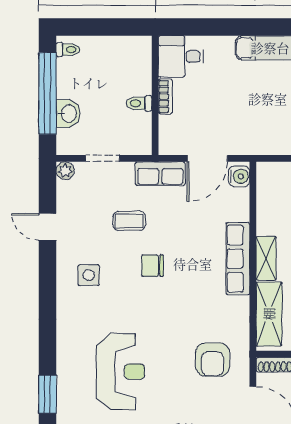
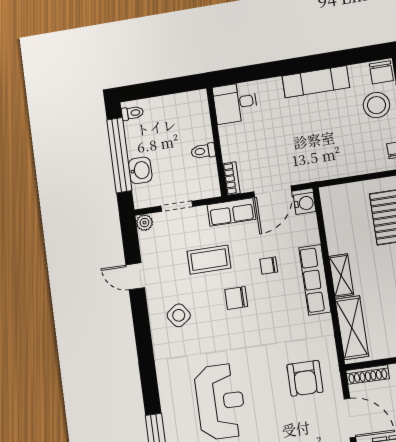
bookcase: (165, 97) -> (232, 179), moved
coffee table: (129, 221) -> (209, 260), width x1.36, depth x1.30
chair: (192, 237) -> (269, 266), added
side table: (89, 275) -> (179, 315), turned -36

